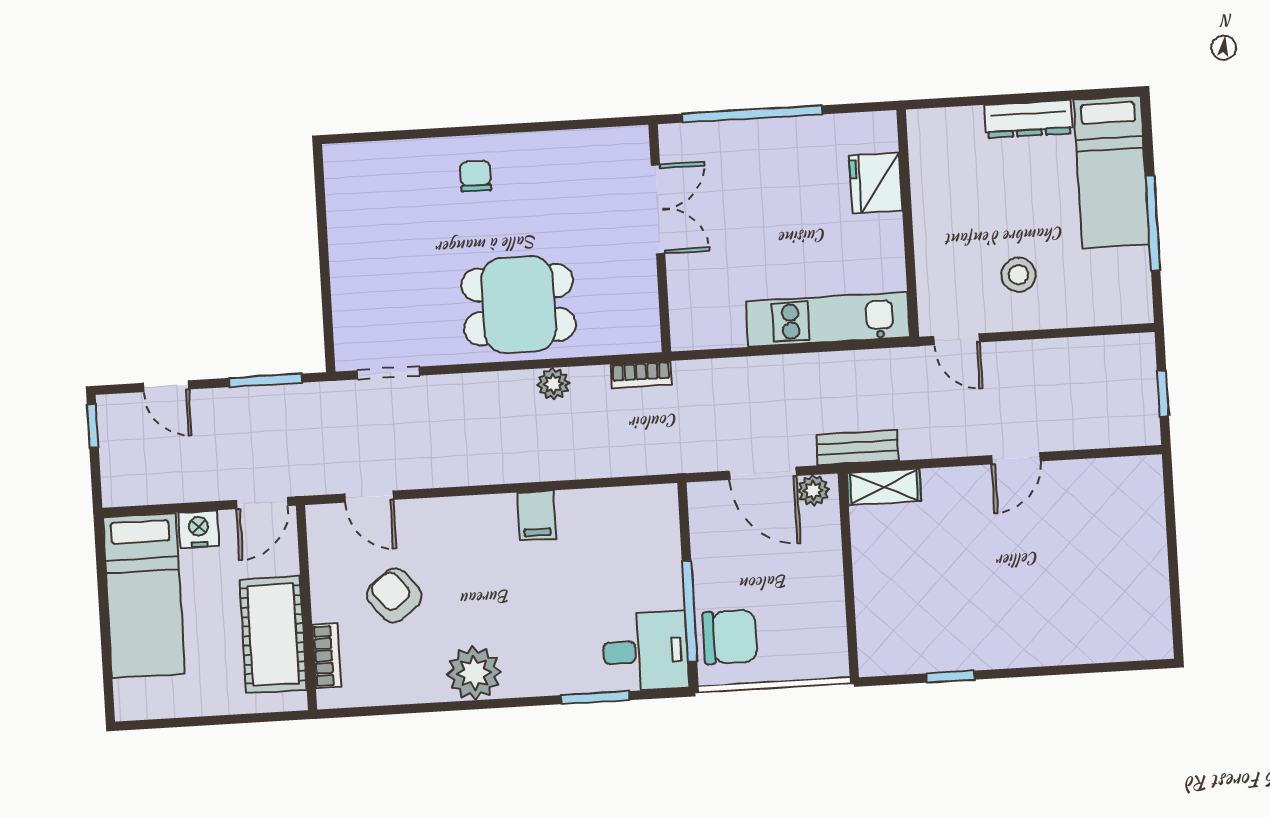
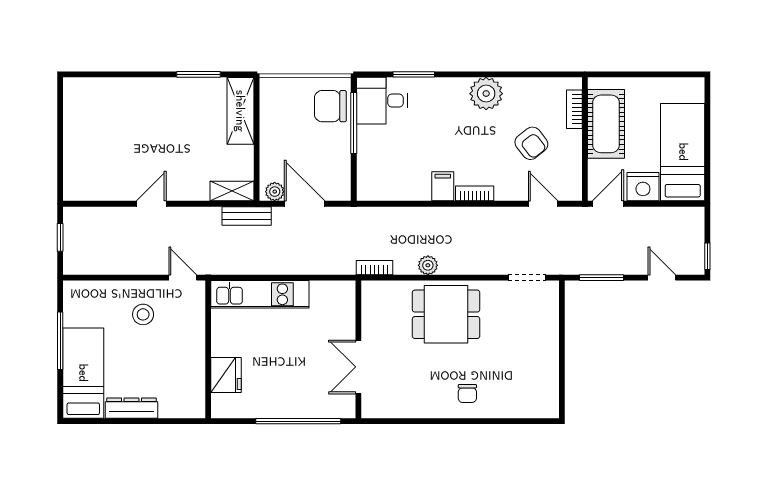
bookcase: (483, 507) -> (475, 193), added
nightstand: (199, 529) -> (643, 187), width x1.36, depth x1.33
shelving: (878, 620) -> (240, 111), added
window: (951, 677) -> (199, 74), width x1.50

